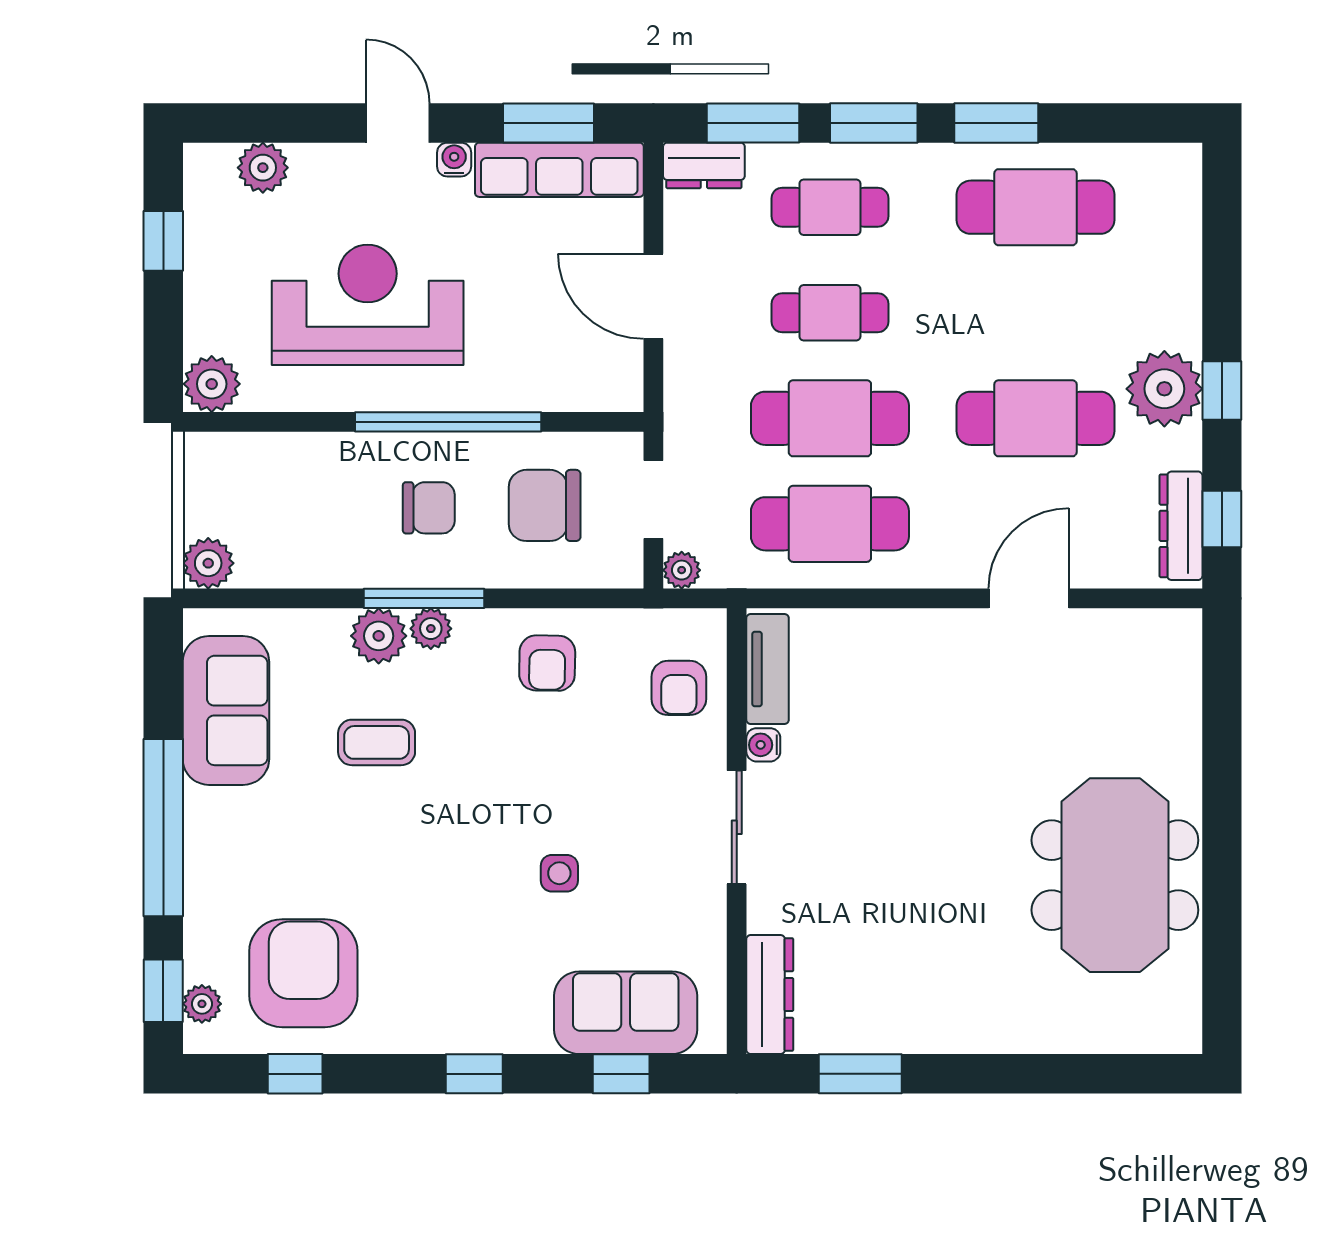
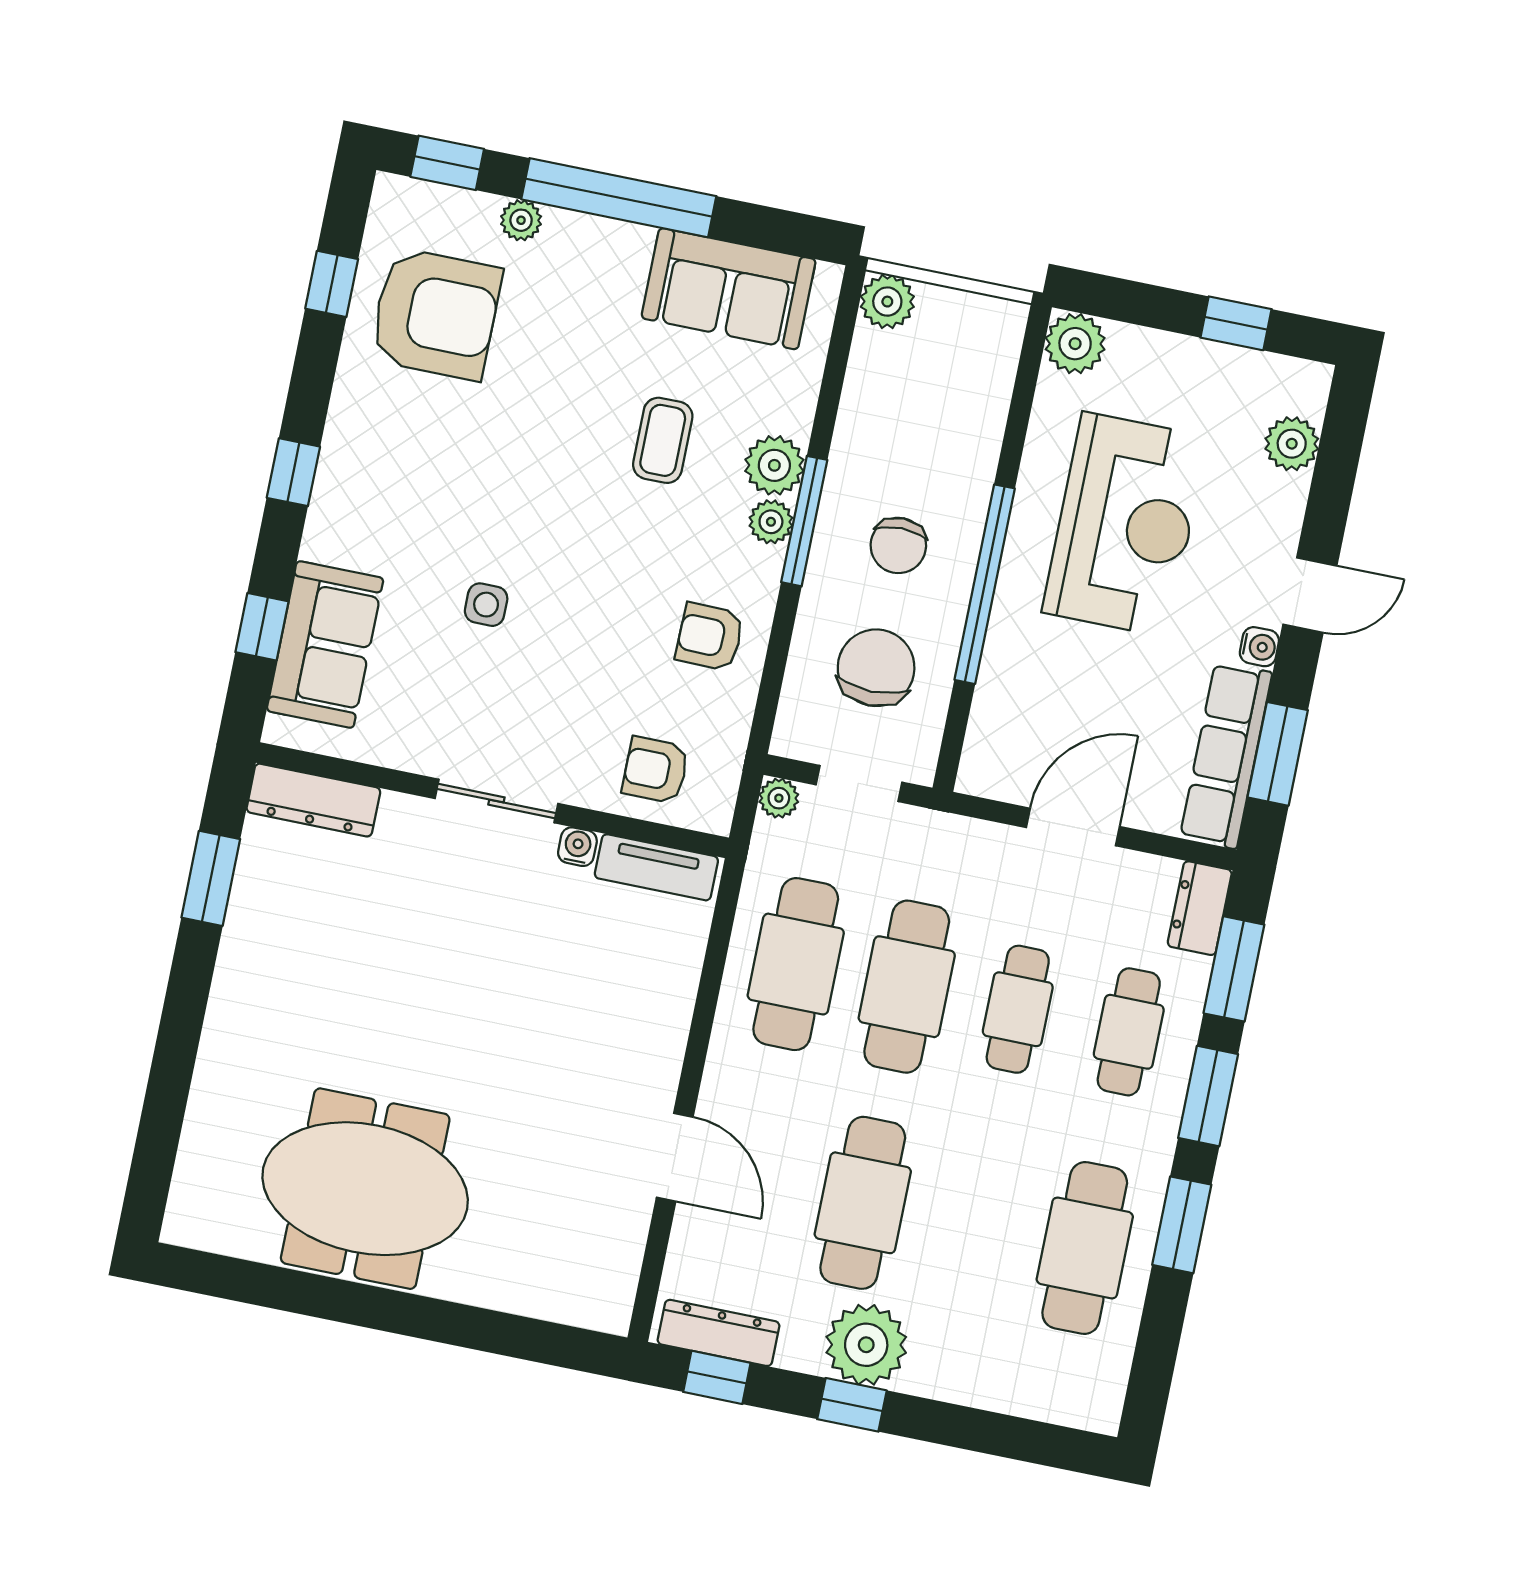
plant: (202, 1004) -> (521, 220), moved

